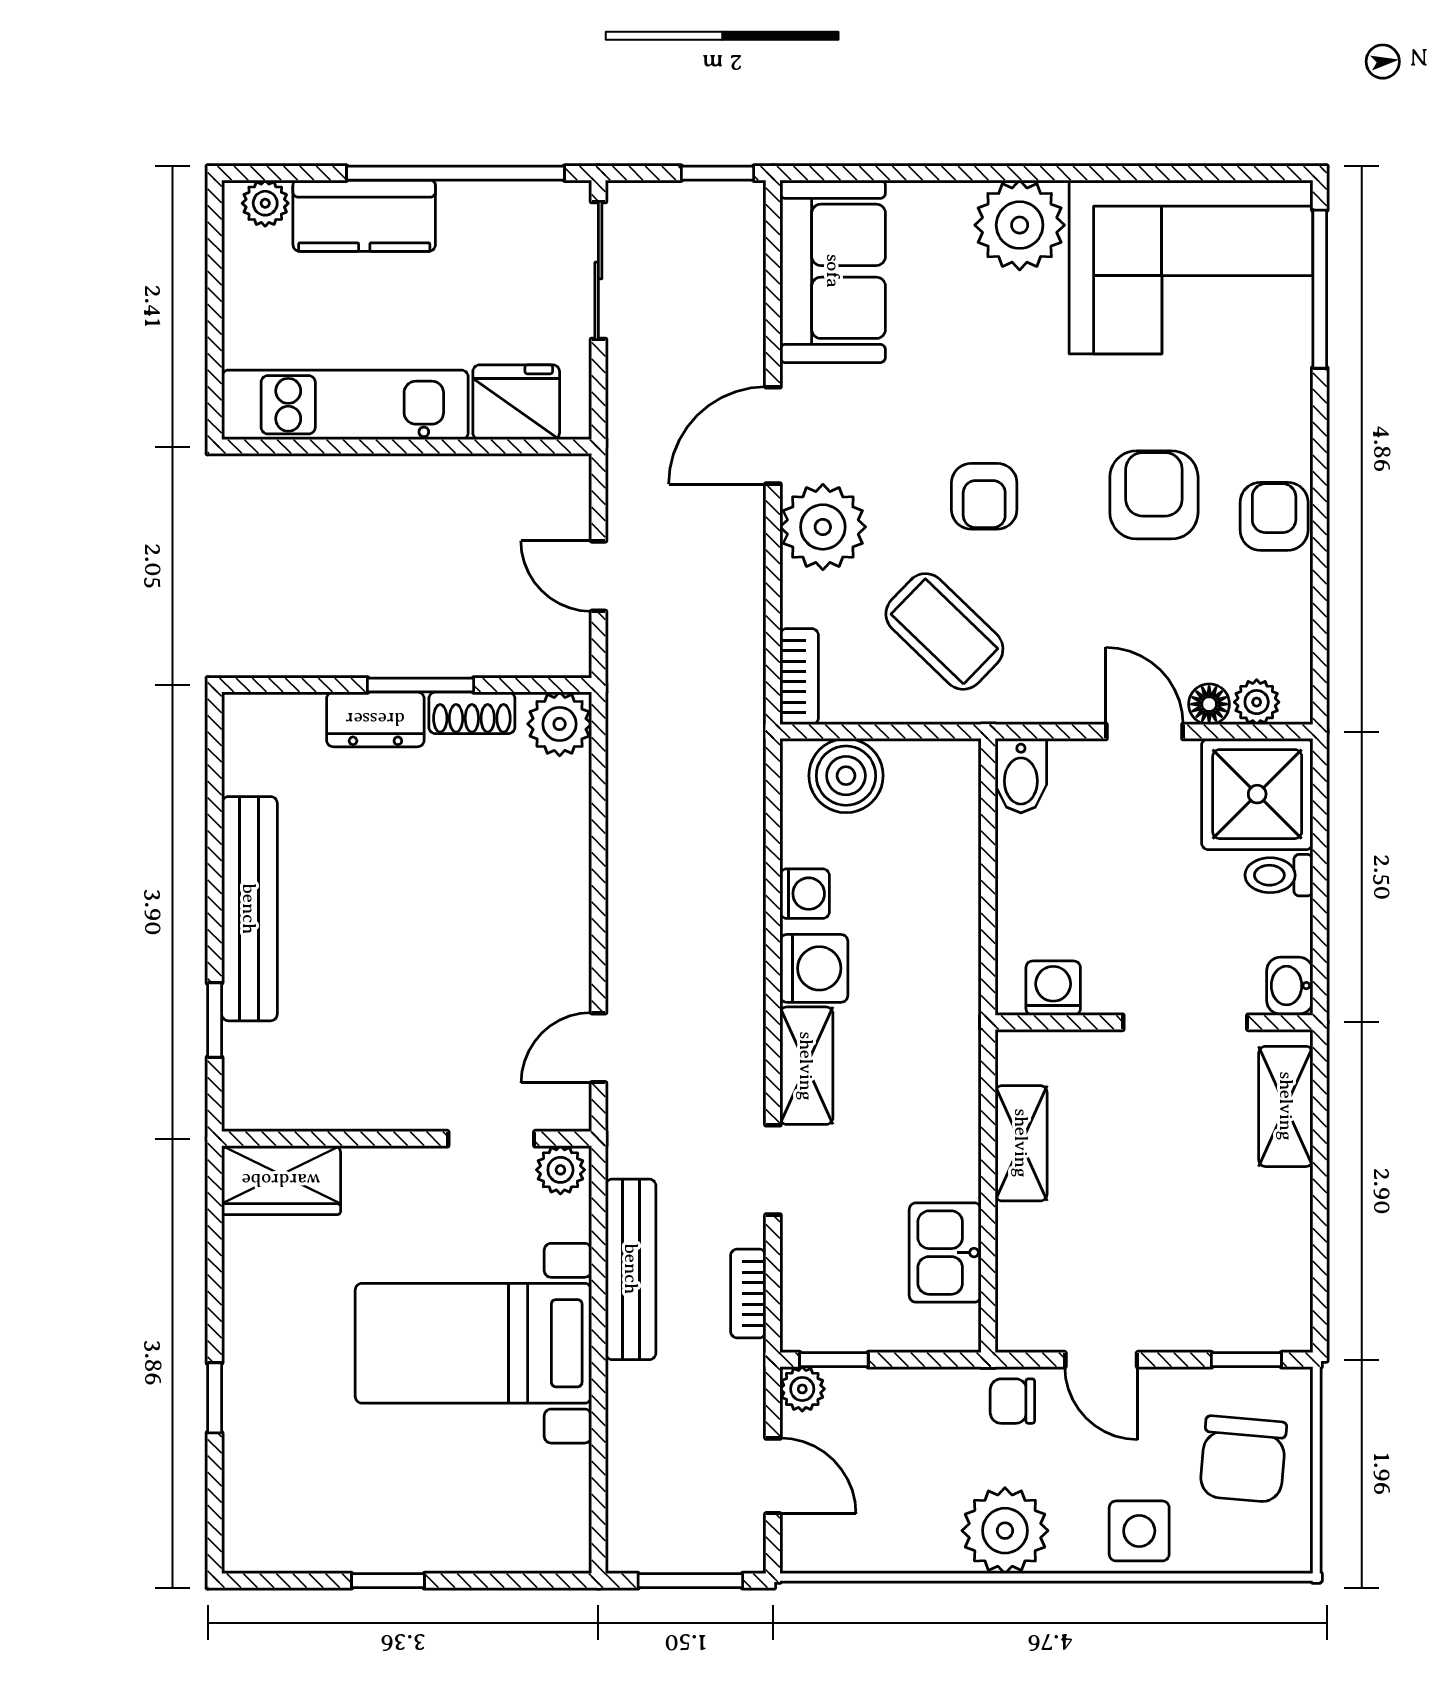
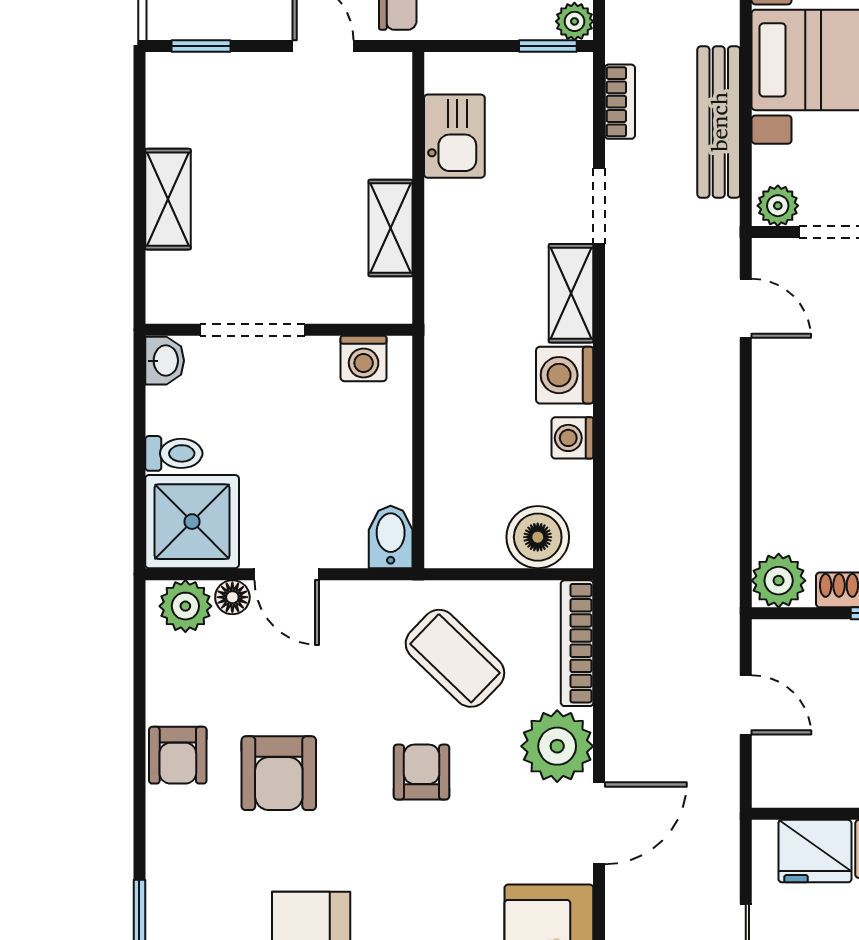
bookcase: (799, 677) -> (577, 643), width x1.56
plant: (1257, 702) -> (185, 606), width x1.38, depth x1.38
door: (598, 1048) -> (746, 308), hinge flipped
shelving: (1286, 1106) -> (168, 199), moved

